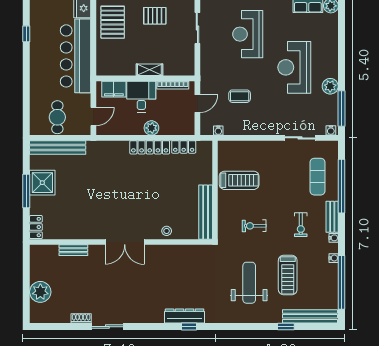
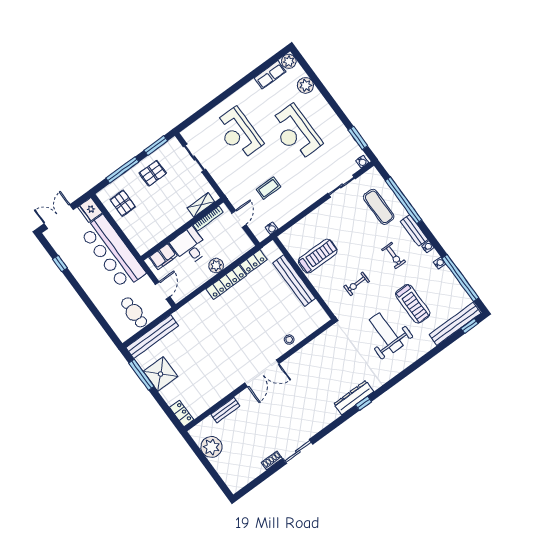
pallet: (113, 22) -> (123, 203), width x0.67, depth x0.71
shelving: (149, 70) -> (201, 205), moved
plant: (330, 86) -> (305, 85), moved
window: (341, 108) -> (358, 138), width x0.69
window: (26, 191) -> (141, 375), moved
bench: (206, 212) -> (294, 281), moved
plant: (40, 292) -> (211, 447), moved
window: (286, 327) -> (469, 326), moved

